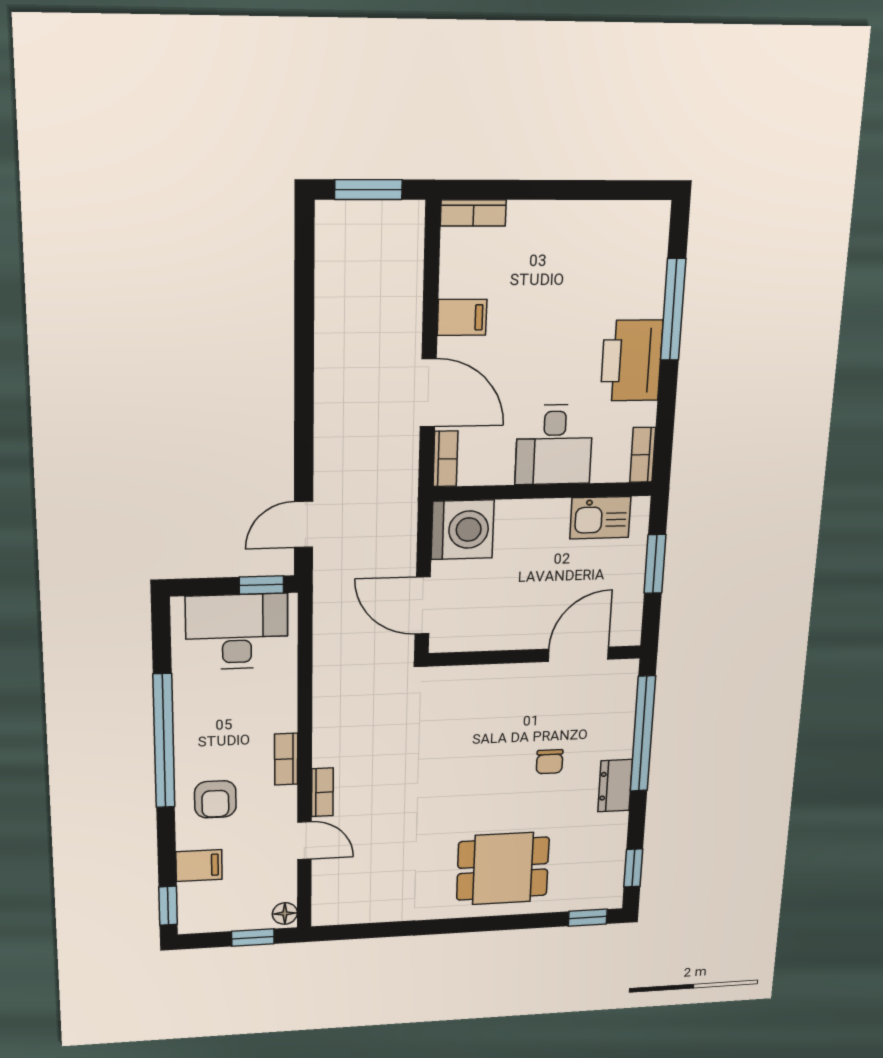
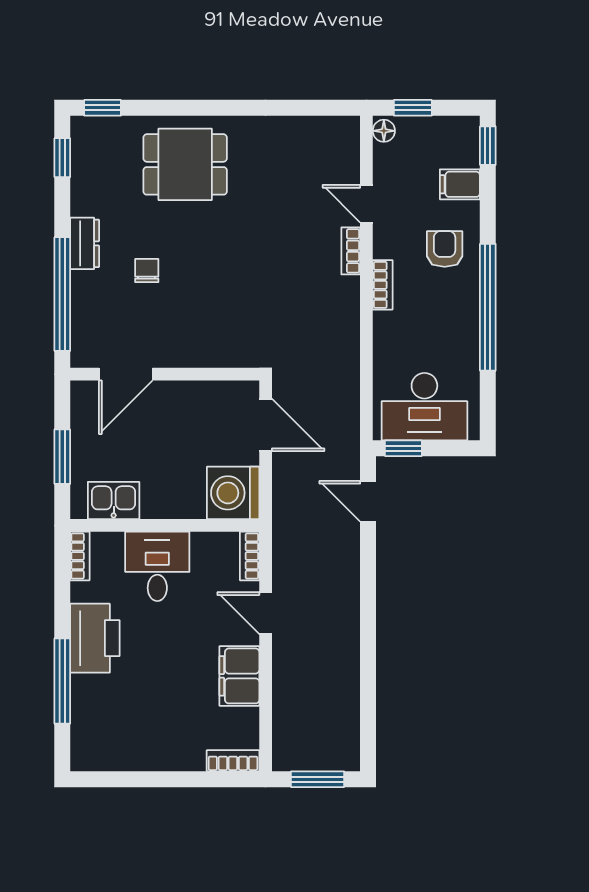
filing cabinet: (462, 317) -> (239, 676), width x2.00
door: (428, 393) -> (266, 613), width x0.73
door: (304, 524) -> (368, 501), swing flipped

